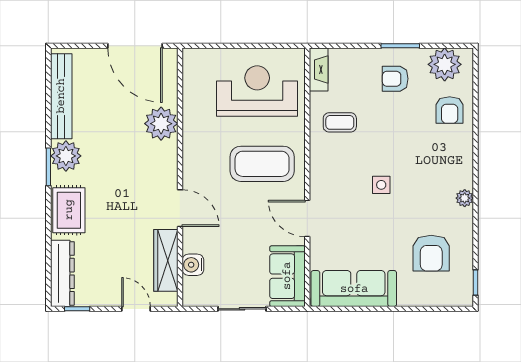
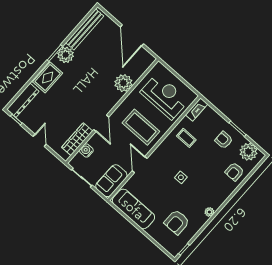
plant: (161, 124) -> (123, 83), moved
wall: (180, 177) -> (112, 111), moved
door: (180, 208) -> (101, 123), moved
wardrobe: (166, 260) -> (77, 139), moved
water cooler: (193, 265) -> (86, 150), moved

